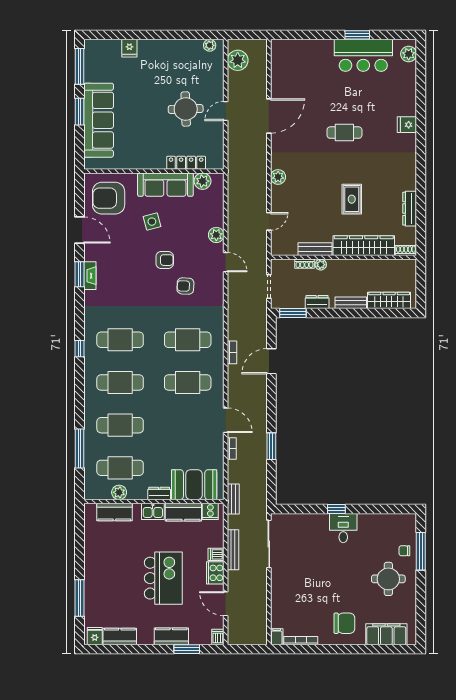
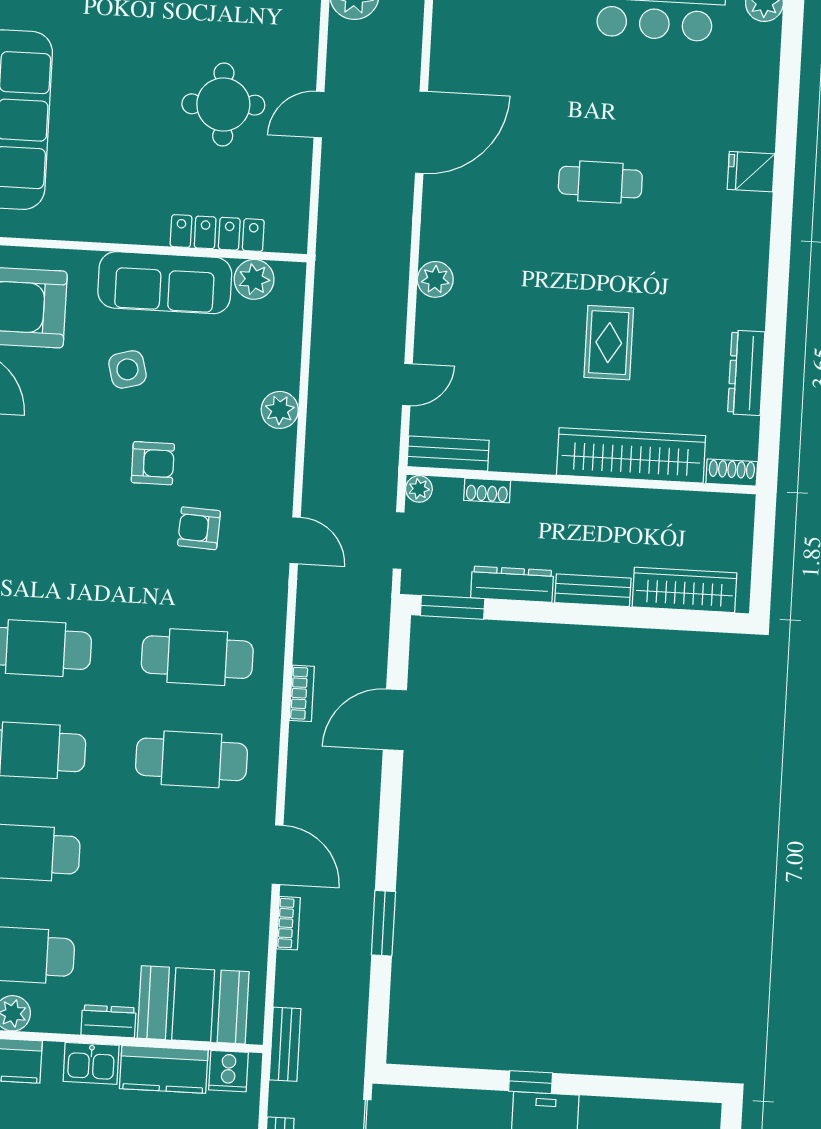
bench: (315, 249) -> (448, 454), moved
door: (226, 262) -> (295, 540), moved
plant: (321, 265) -> (419, 489), moved
dresser: (317, 302) -> (512, 584), width x1.44

